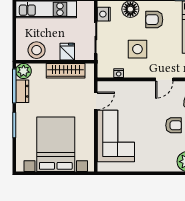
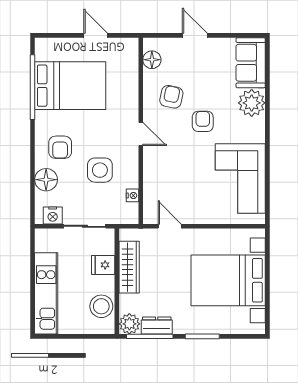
corner sofa: (116, 136) -> (240, 178), moved, turned -90

